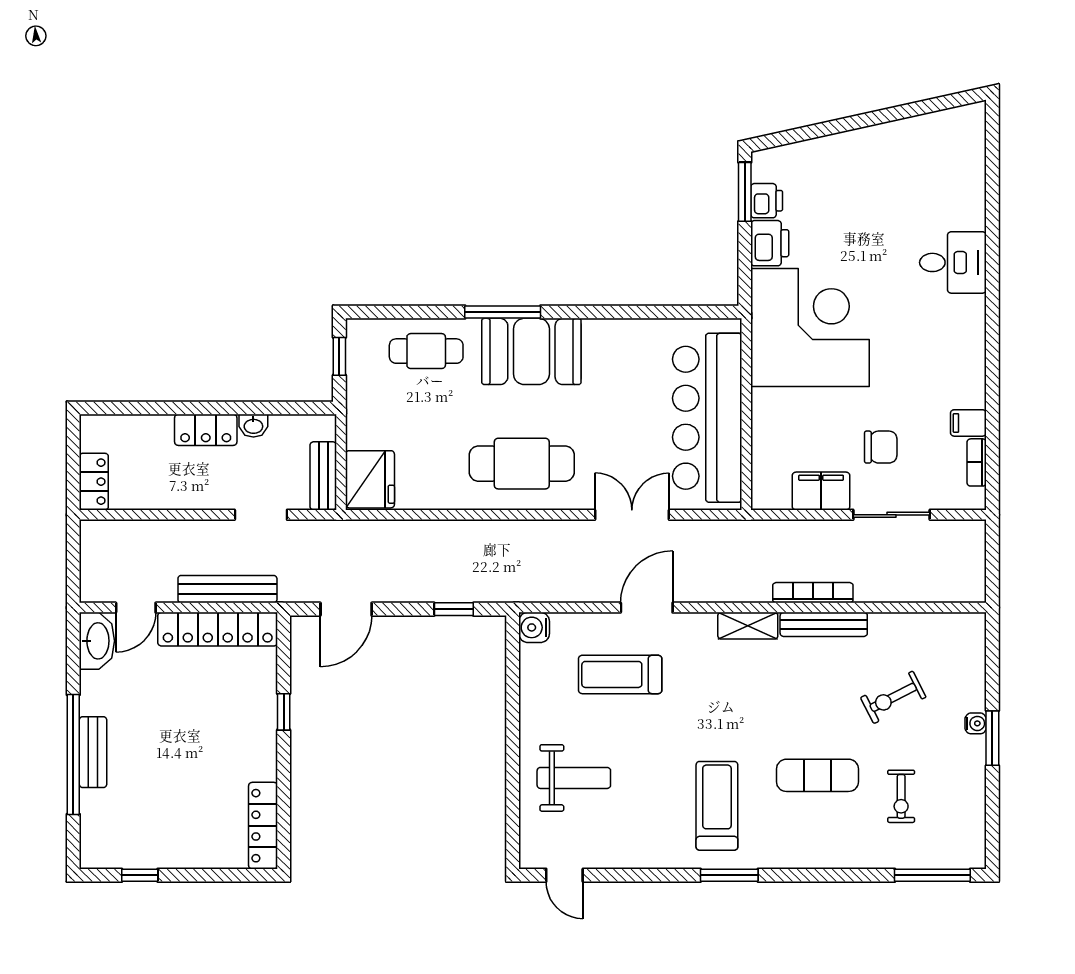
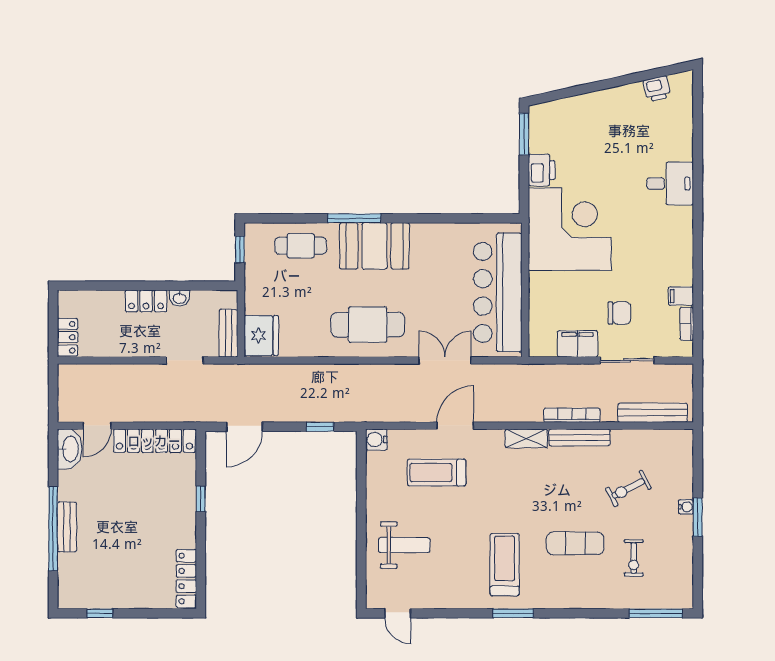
printer: (767, 201) -> (657, 89), moved, turned 78
bench: (227, 589) -> (653, 413), moved

